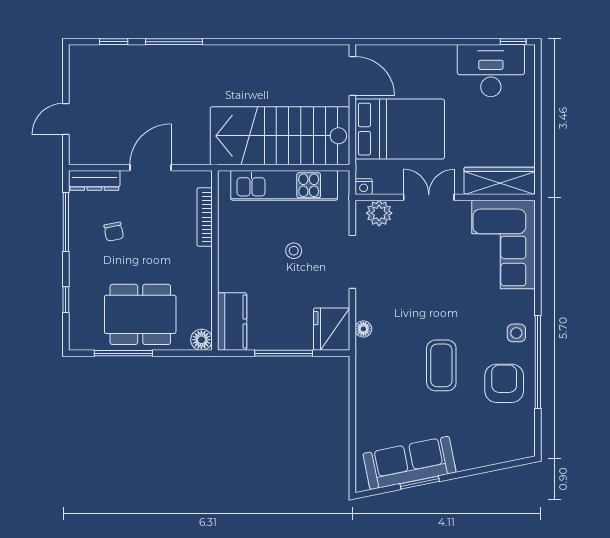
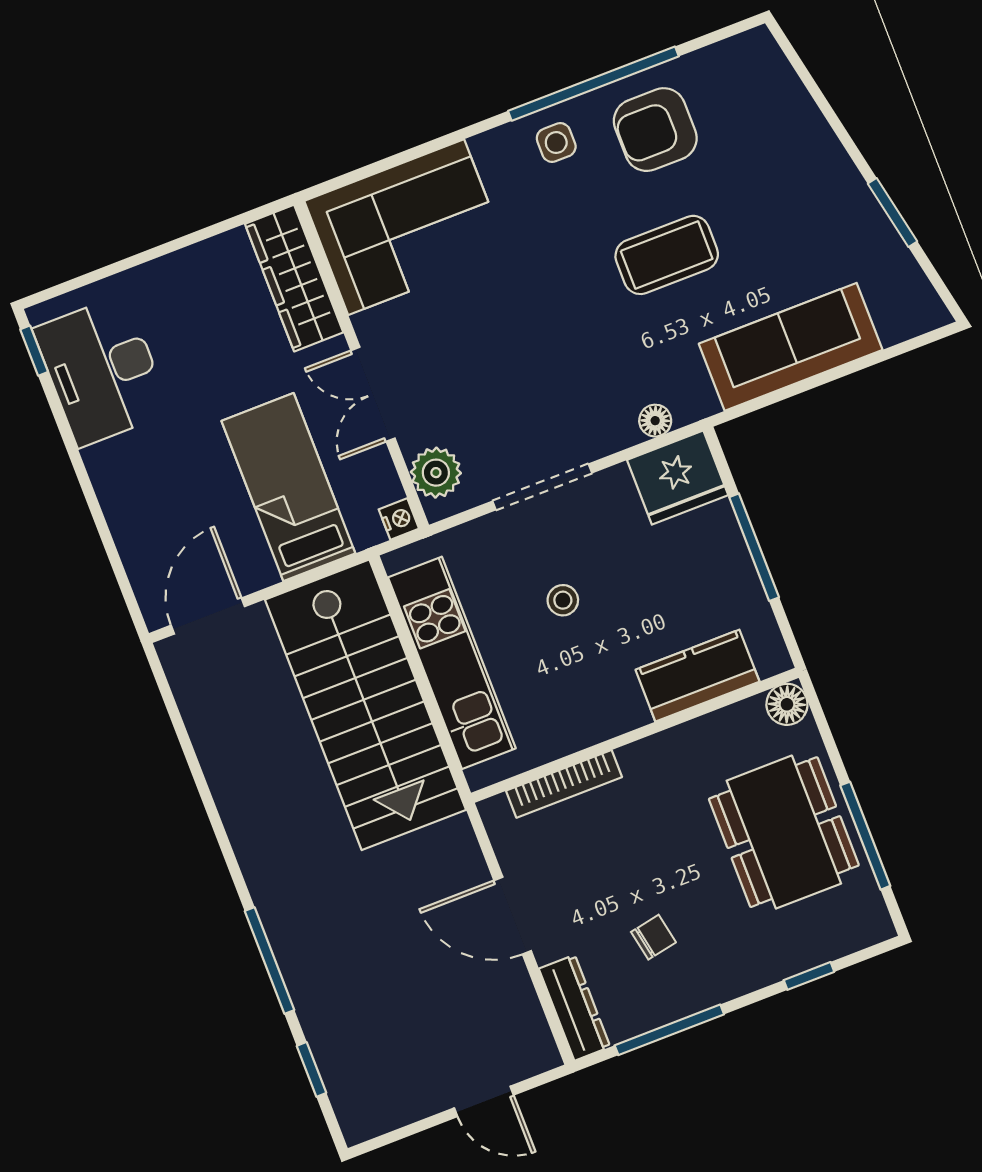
bed: (400, 129) -> (288, 487), width x0.67
kitchen counter: (232, 321) -> (697, 676), moved
sofa: (410, 463) -> (791, 347), moved, turned 102

